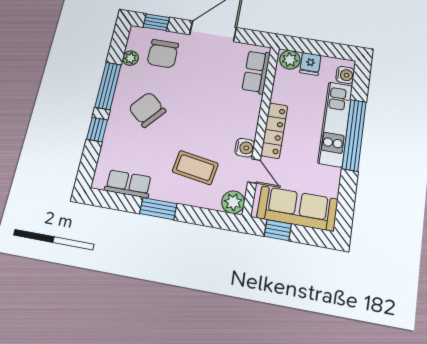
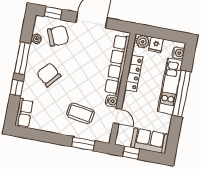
chair: (163, 54) -> (58, 36), turned -113
row of seats: (256, 72) -> (117, 65), width x2.02
locker: (274, 131) -> (134, 73), moved
row of seats: (128, 184) -> (24, 113), moved, turned 90
plant: (233, 202) -> (104, 135), removed
sofa: (297, 208) -> (150, 141), width x0.73
window: (158, 209) -> (83, 144), moved

